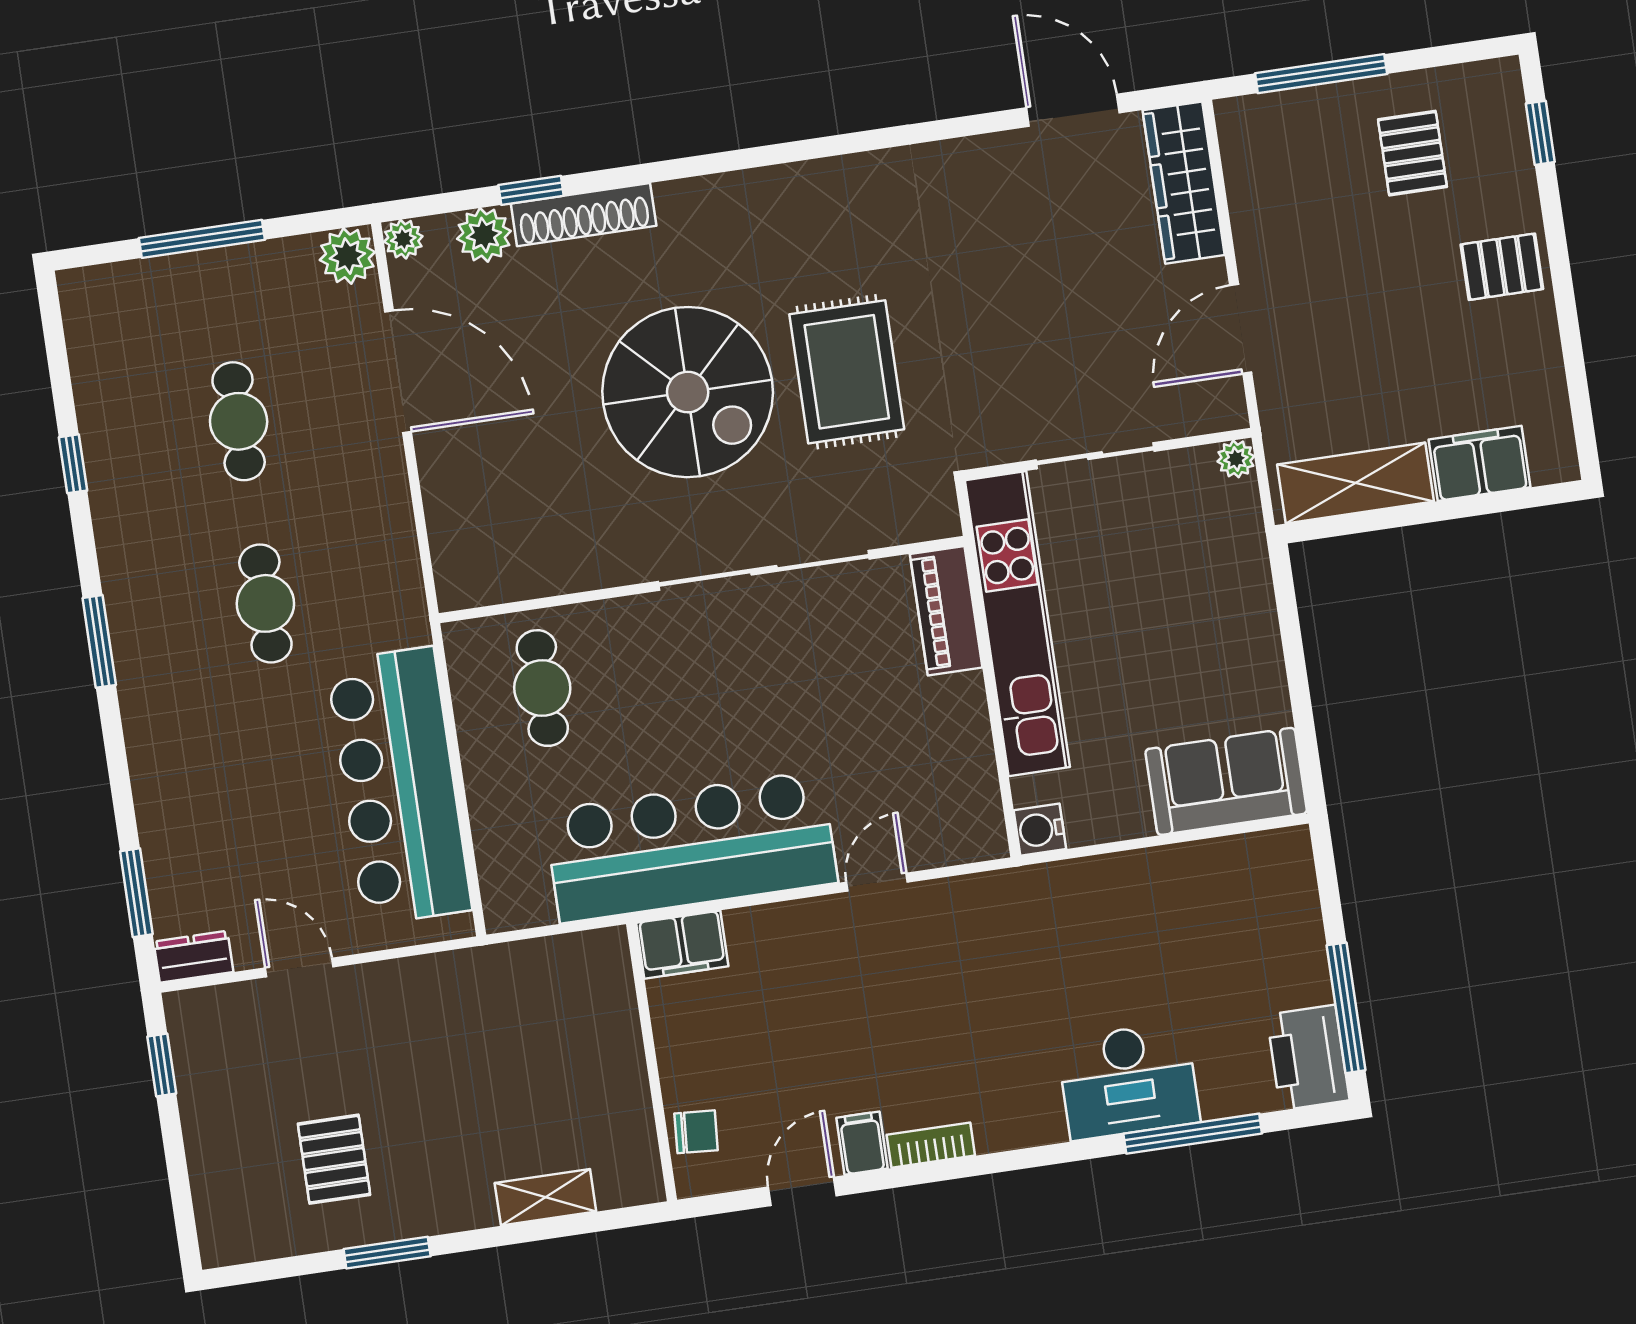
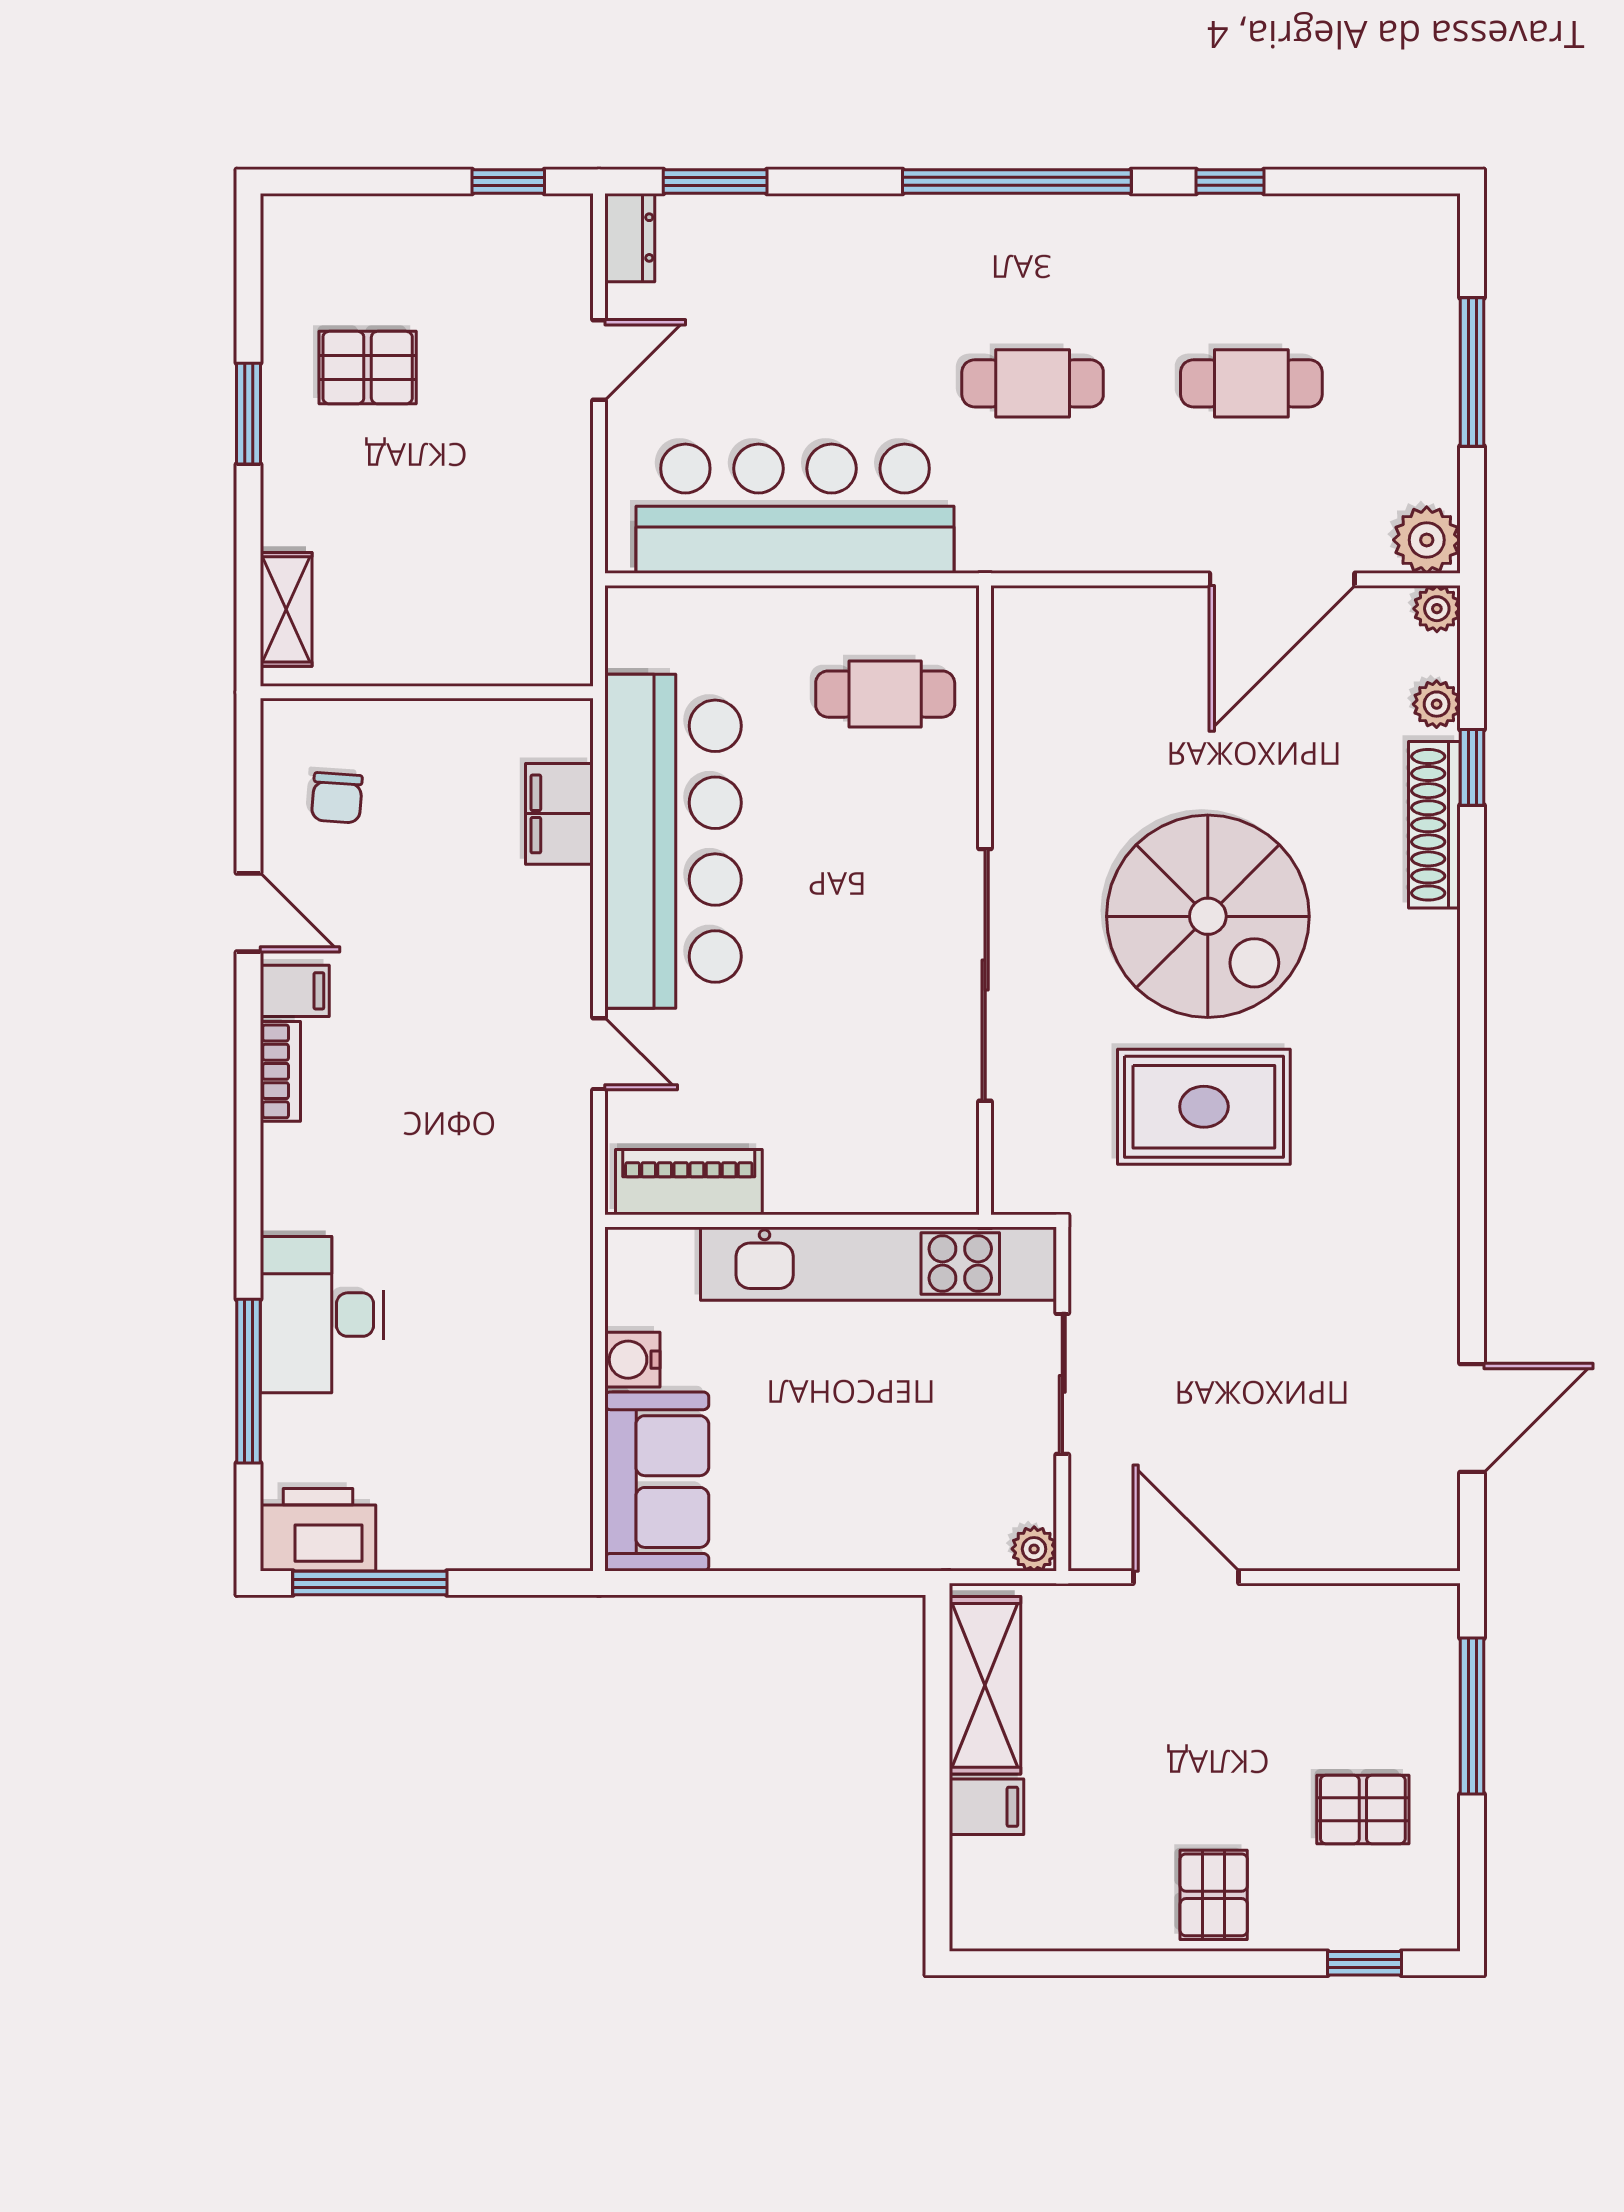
wardrobe: (1184, 183) -> (1368, 1536), removed
plant: (484, 235) -> (1437, 704), width x0.73, depth x0.73
spiral stairs: (688, 392) -> (1208, 916), turned -90
filing cabinet: (1480, 463) -> (986, 1807), width x0.50
piano: (946, 611) -> (689, 1182), moved
window: (99, 641) -> (1017, 181), width x2.11
water cooler: (1040, 830) -> (632, 1360), moved, turned -90
wall: (652, 1062) -> (427, 692), moved

